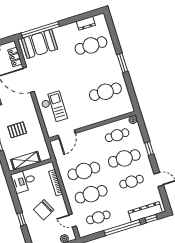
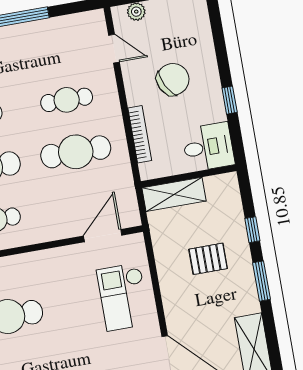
shelving: (26, 161) -> (174, 194), moved
cafe table: (91, 194) -> (67, 100), width x0.73, depth x0.74
cafe table: (98, 217) -> (57, 48), removed
window: (21, 219) -> (230, 100), moved

